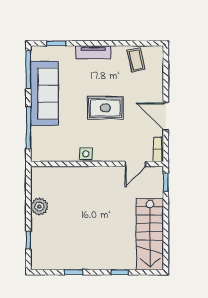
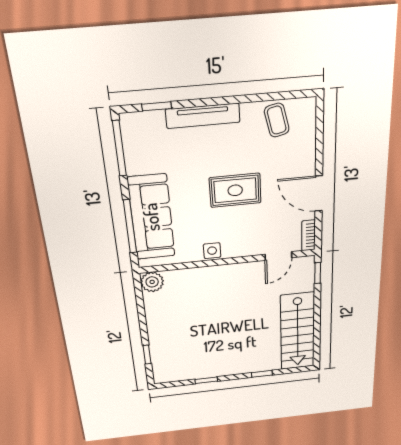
tv unit: (93, 52) -> (203, 116), width x1.41
sofa: (44, 93) -> (151, 217), moved
plant: (39, 207) -> (152, 282), moved

